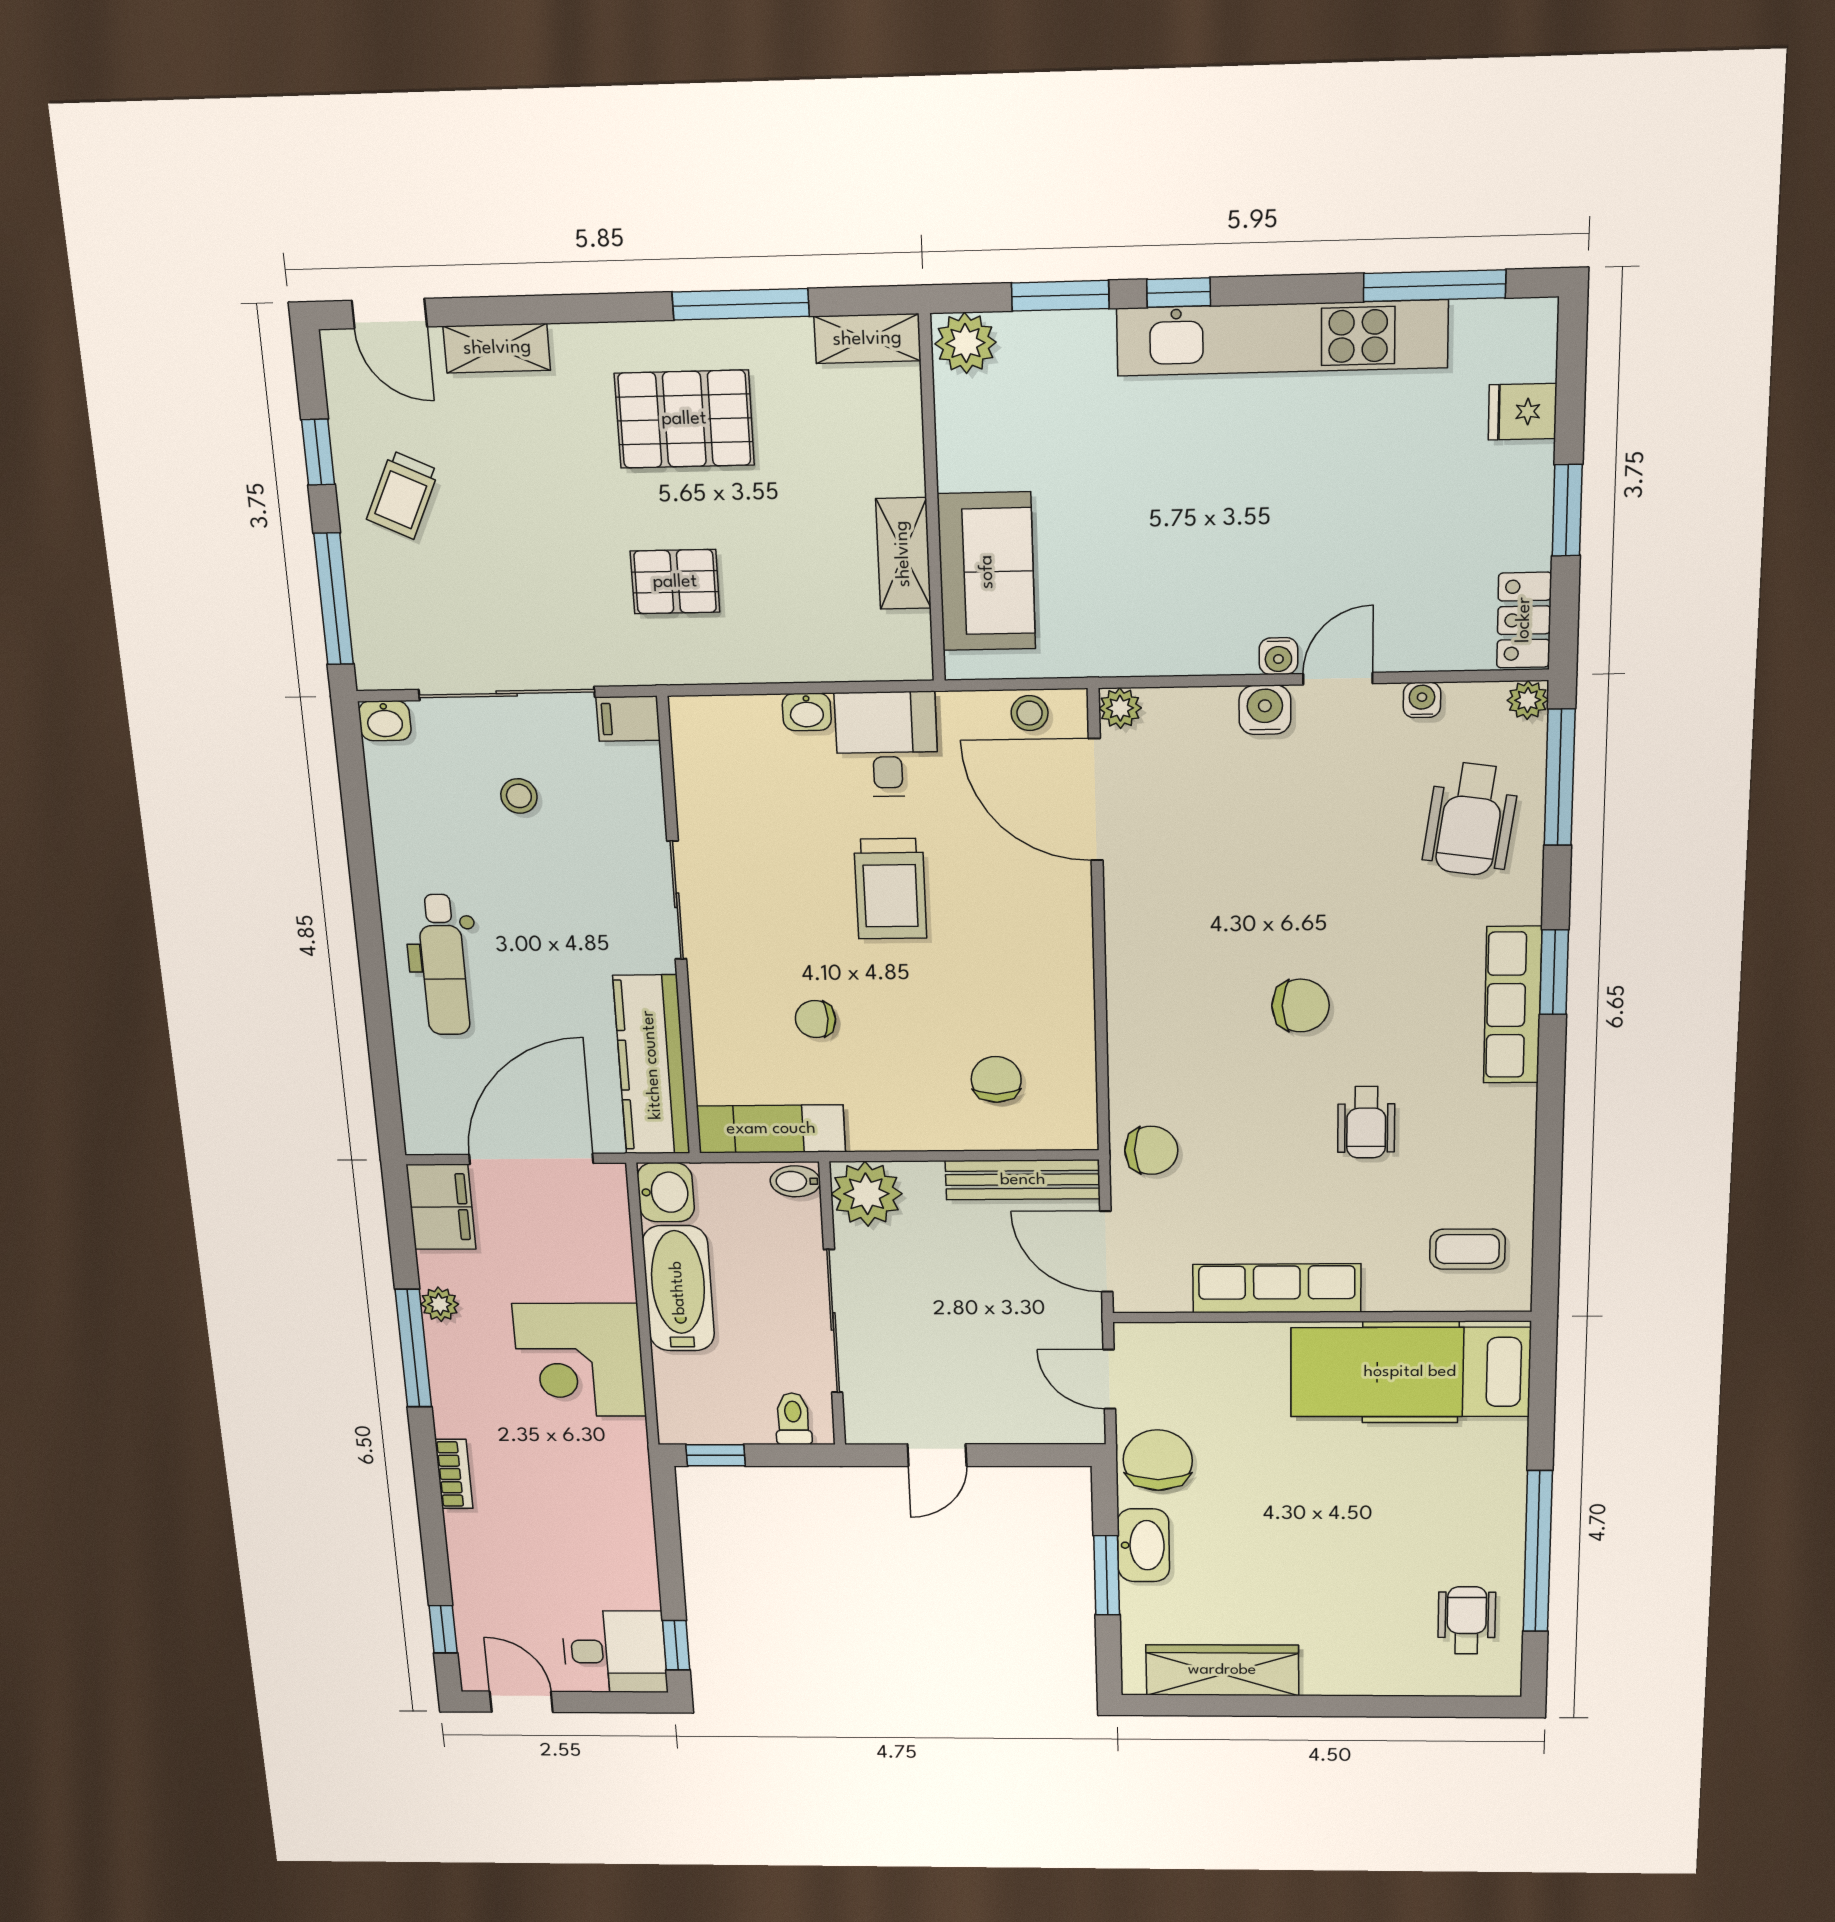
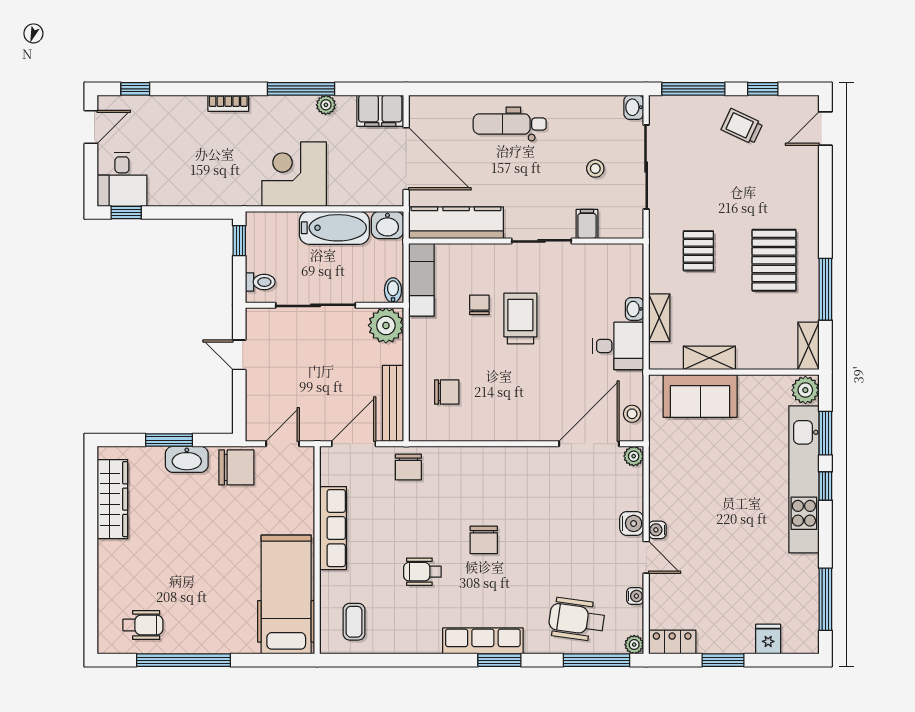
kitchen unit: (1282, 338) -> (804, 479), moved
shelving: (497, 348) -> (659, 318), moved
filing cabinet: (628, 719) -> (587, 224), moved
trolley: (890, 889) -> (520, 319), moved, turned 90

